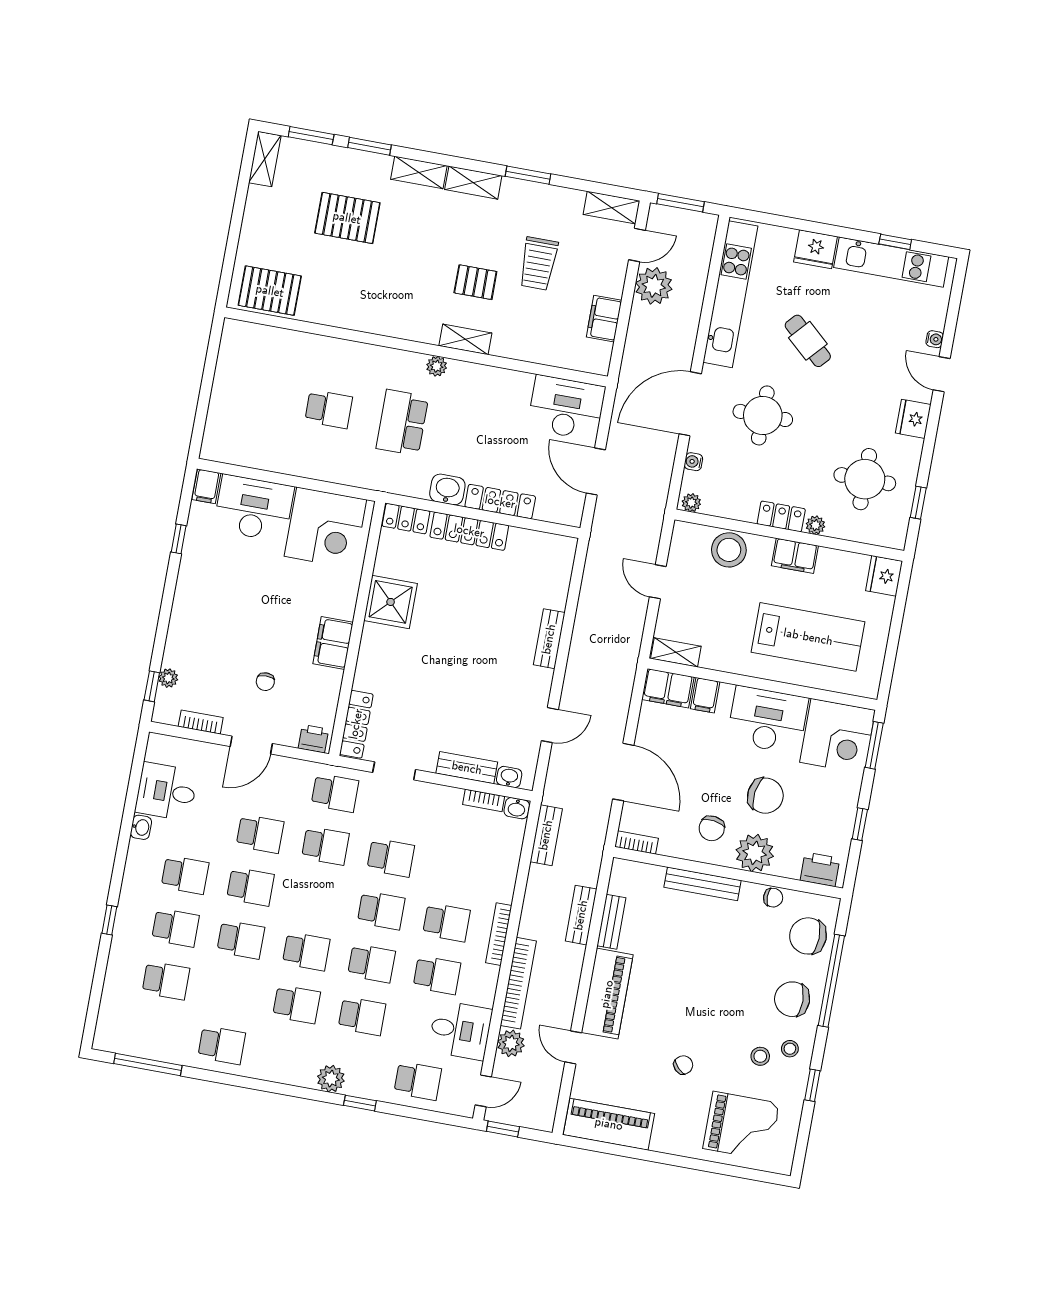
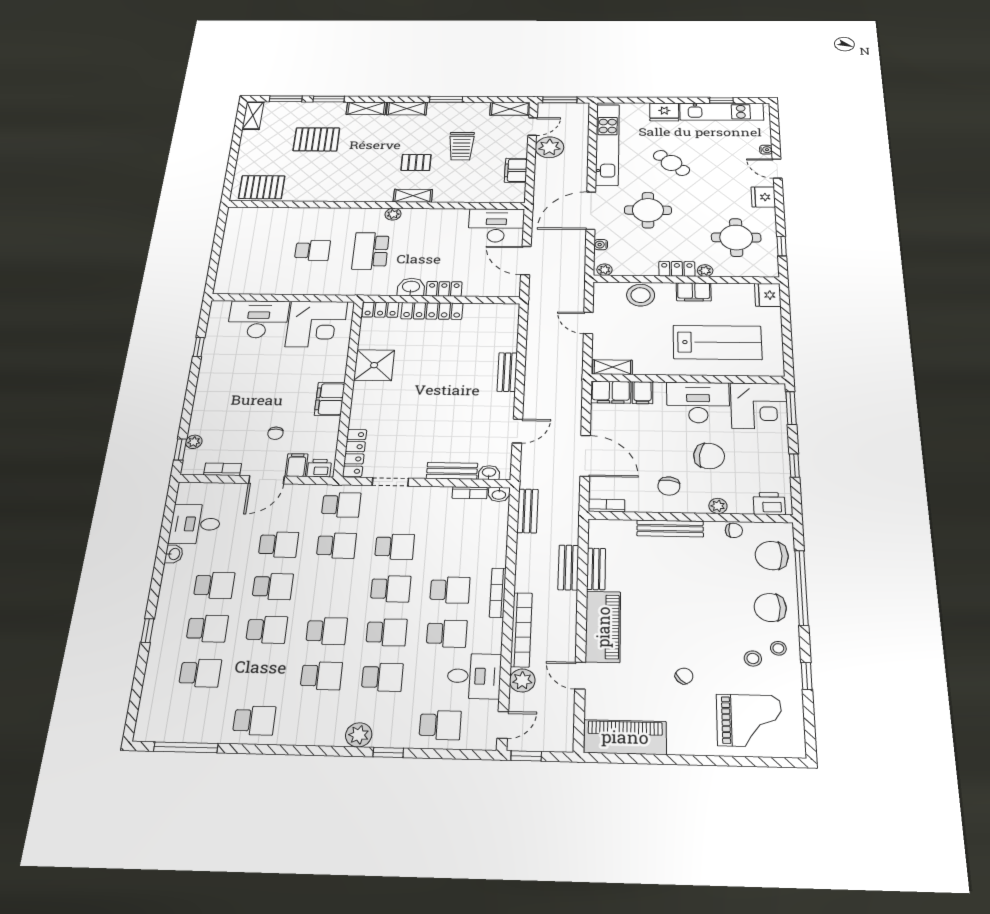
filing cabinet: (206, 486) -> (296, 465), moved, turned 180
locker: (500, 502) -> (444, 289), width x0.66
plant: (755, 853) -> (718, 506), width x0.53, depth x0.53

